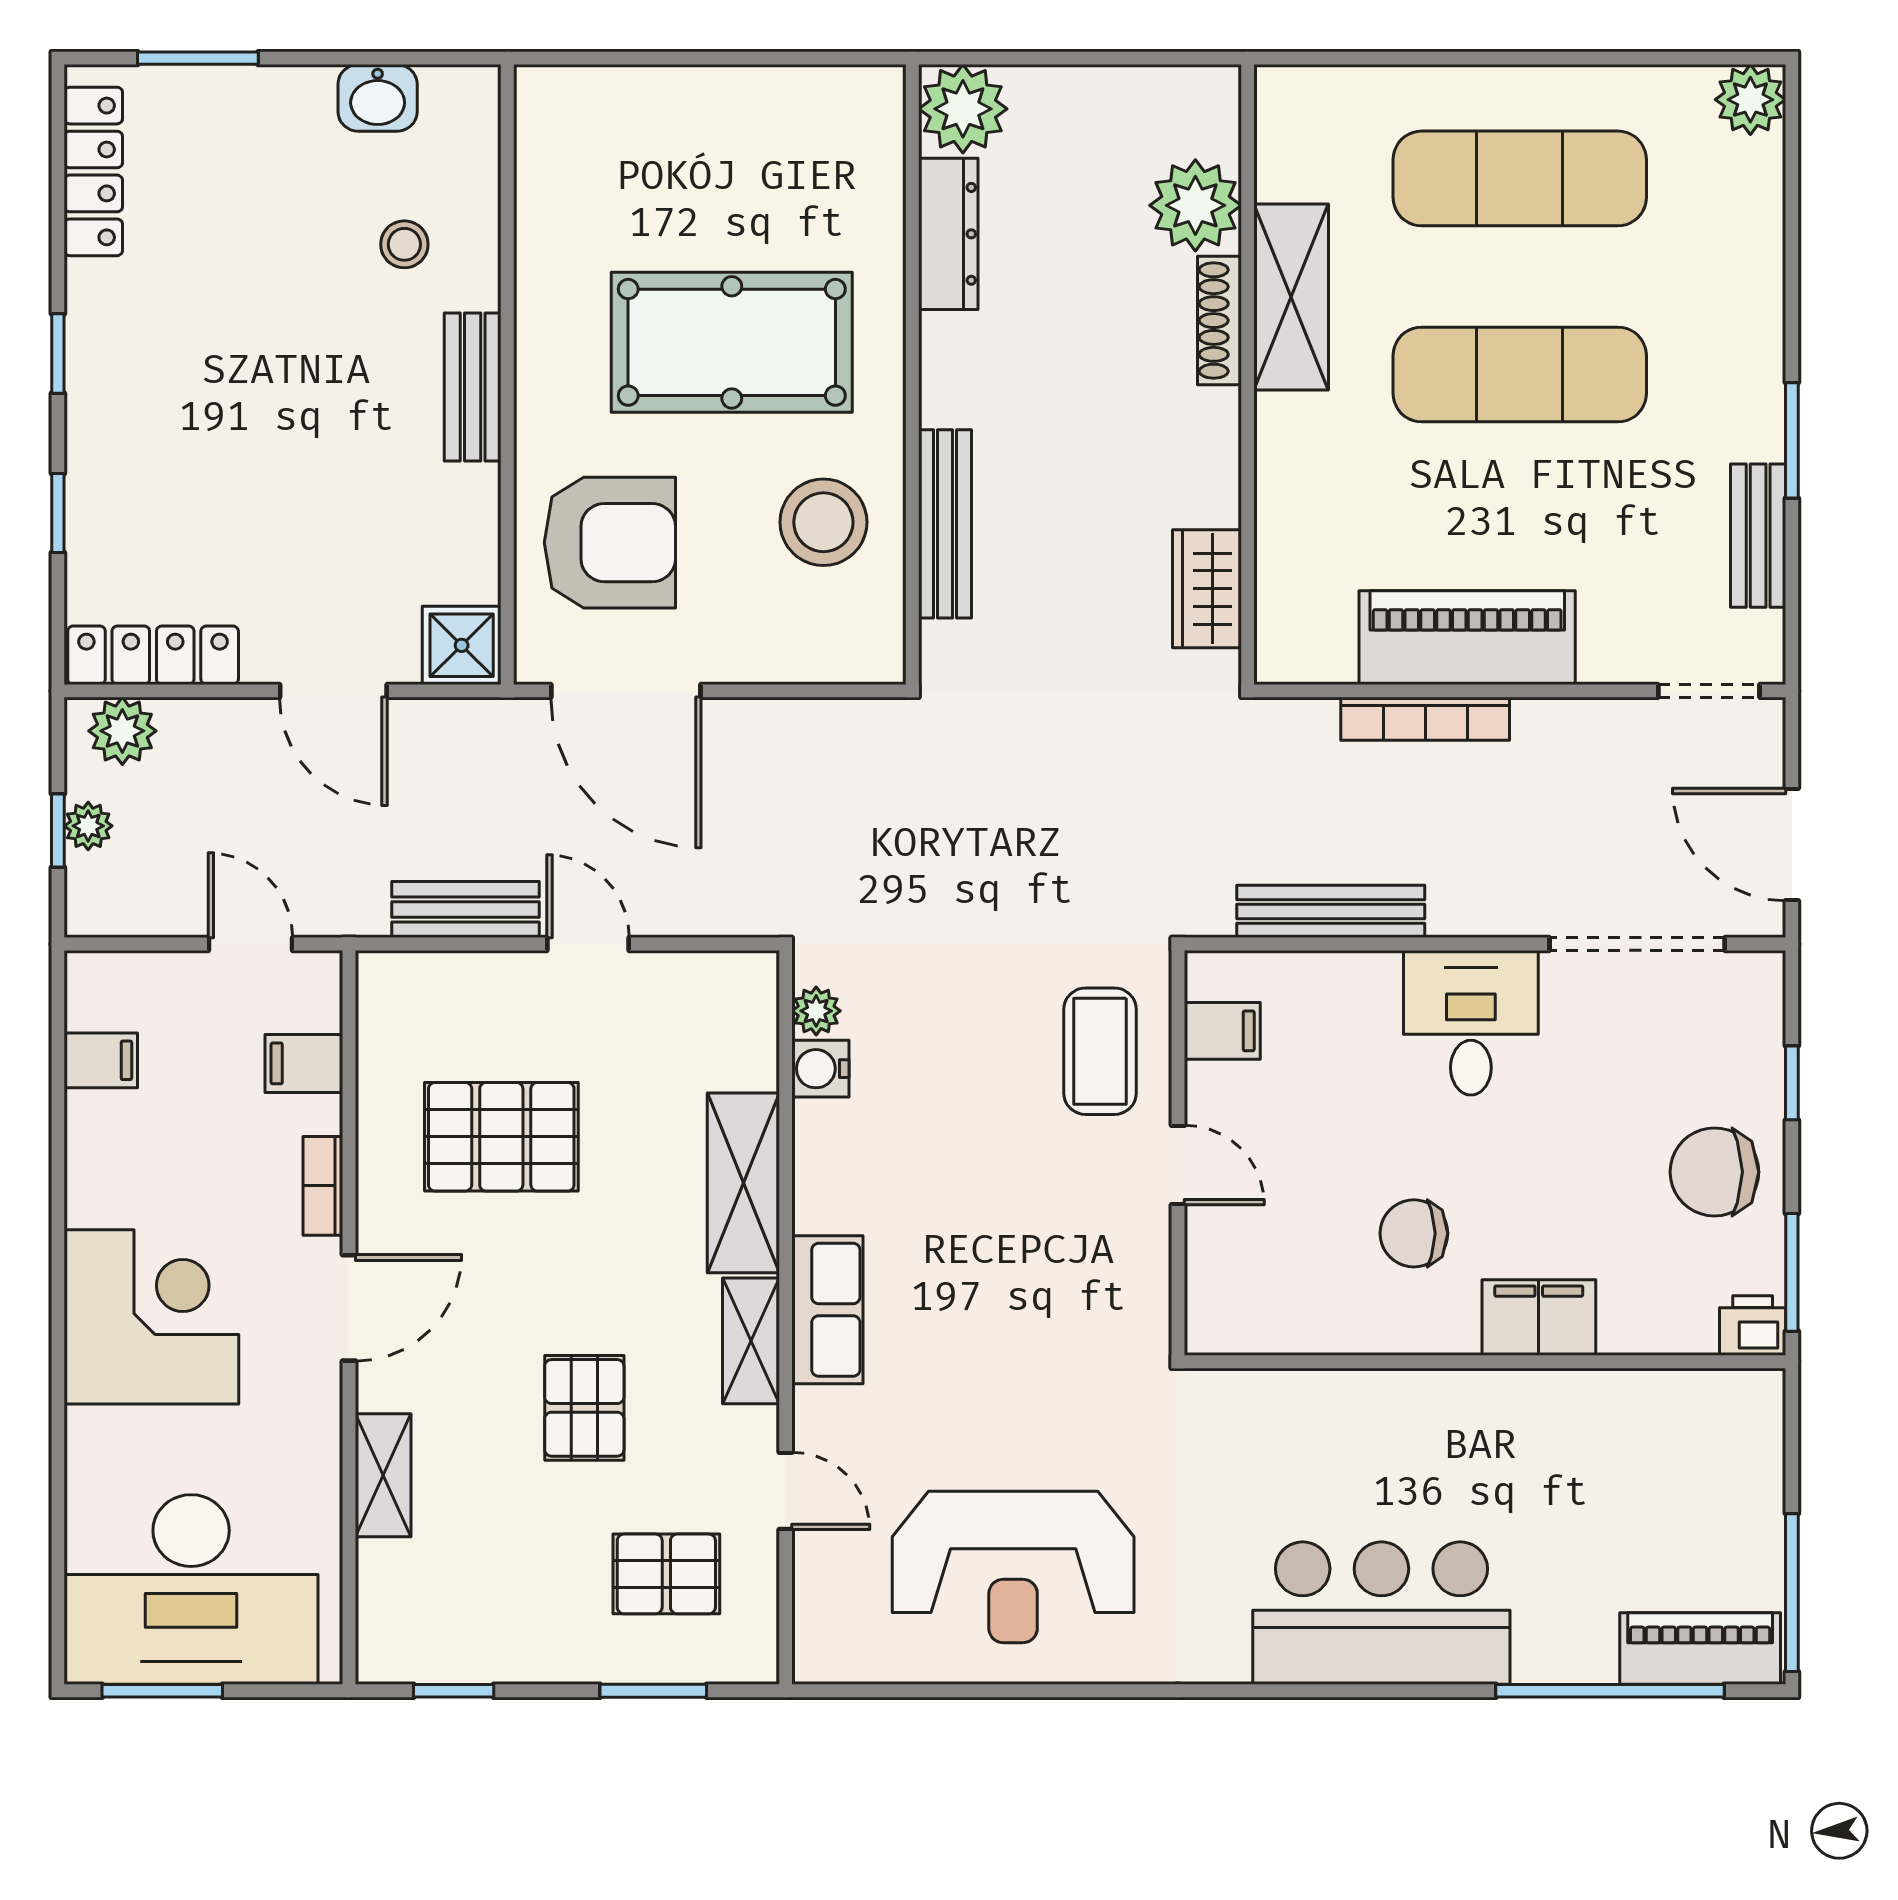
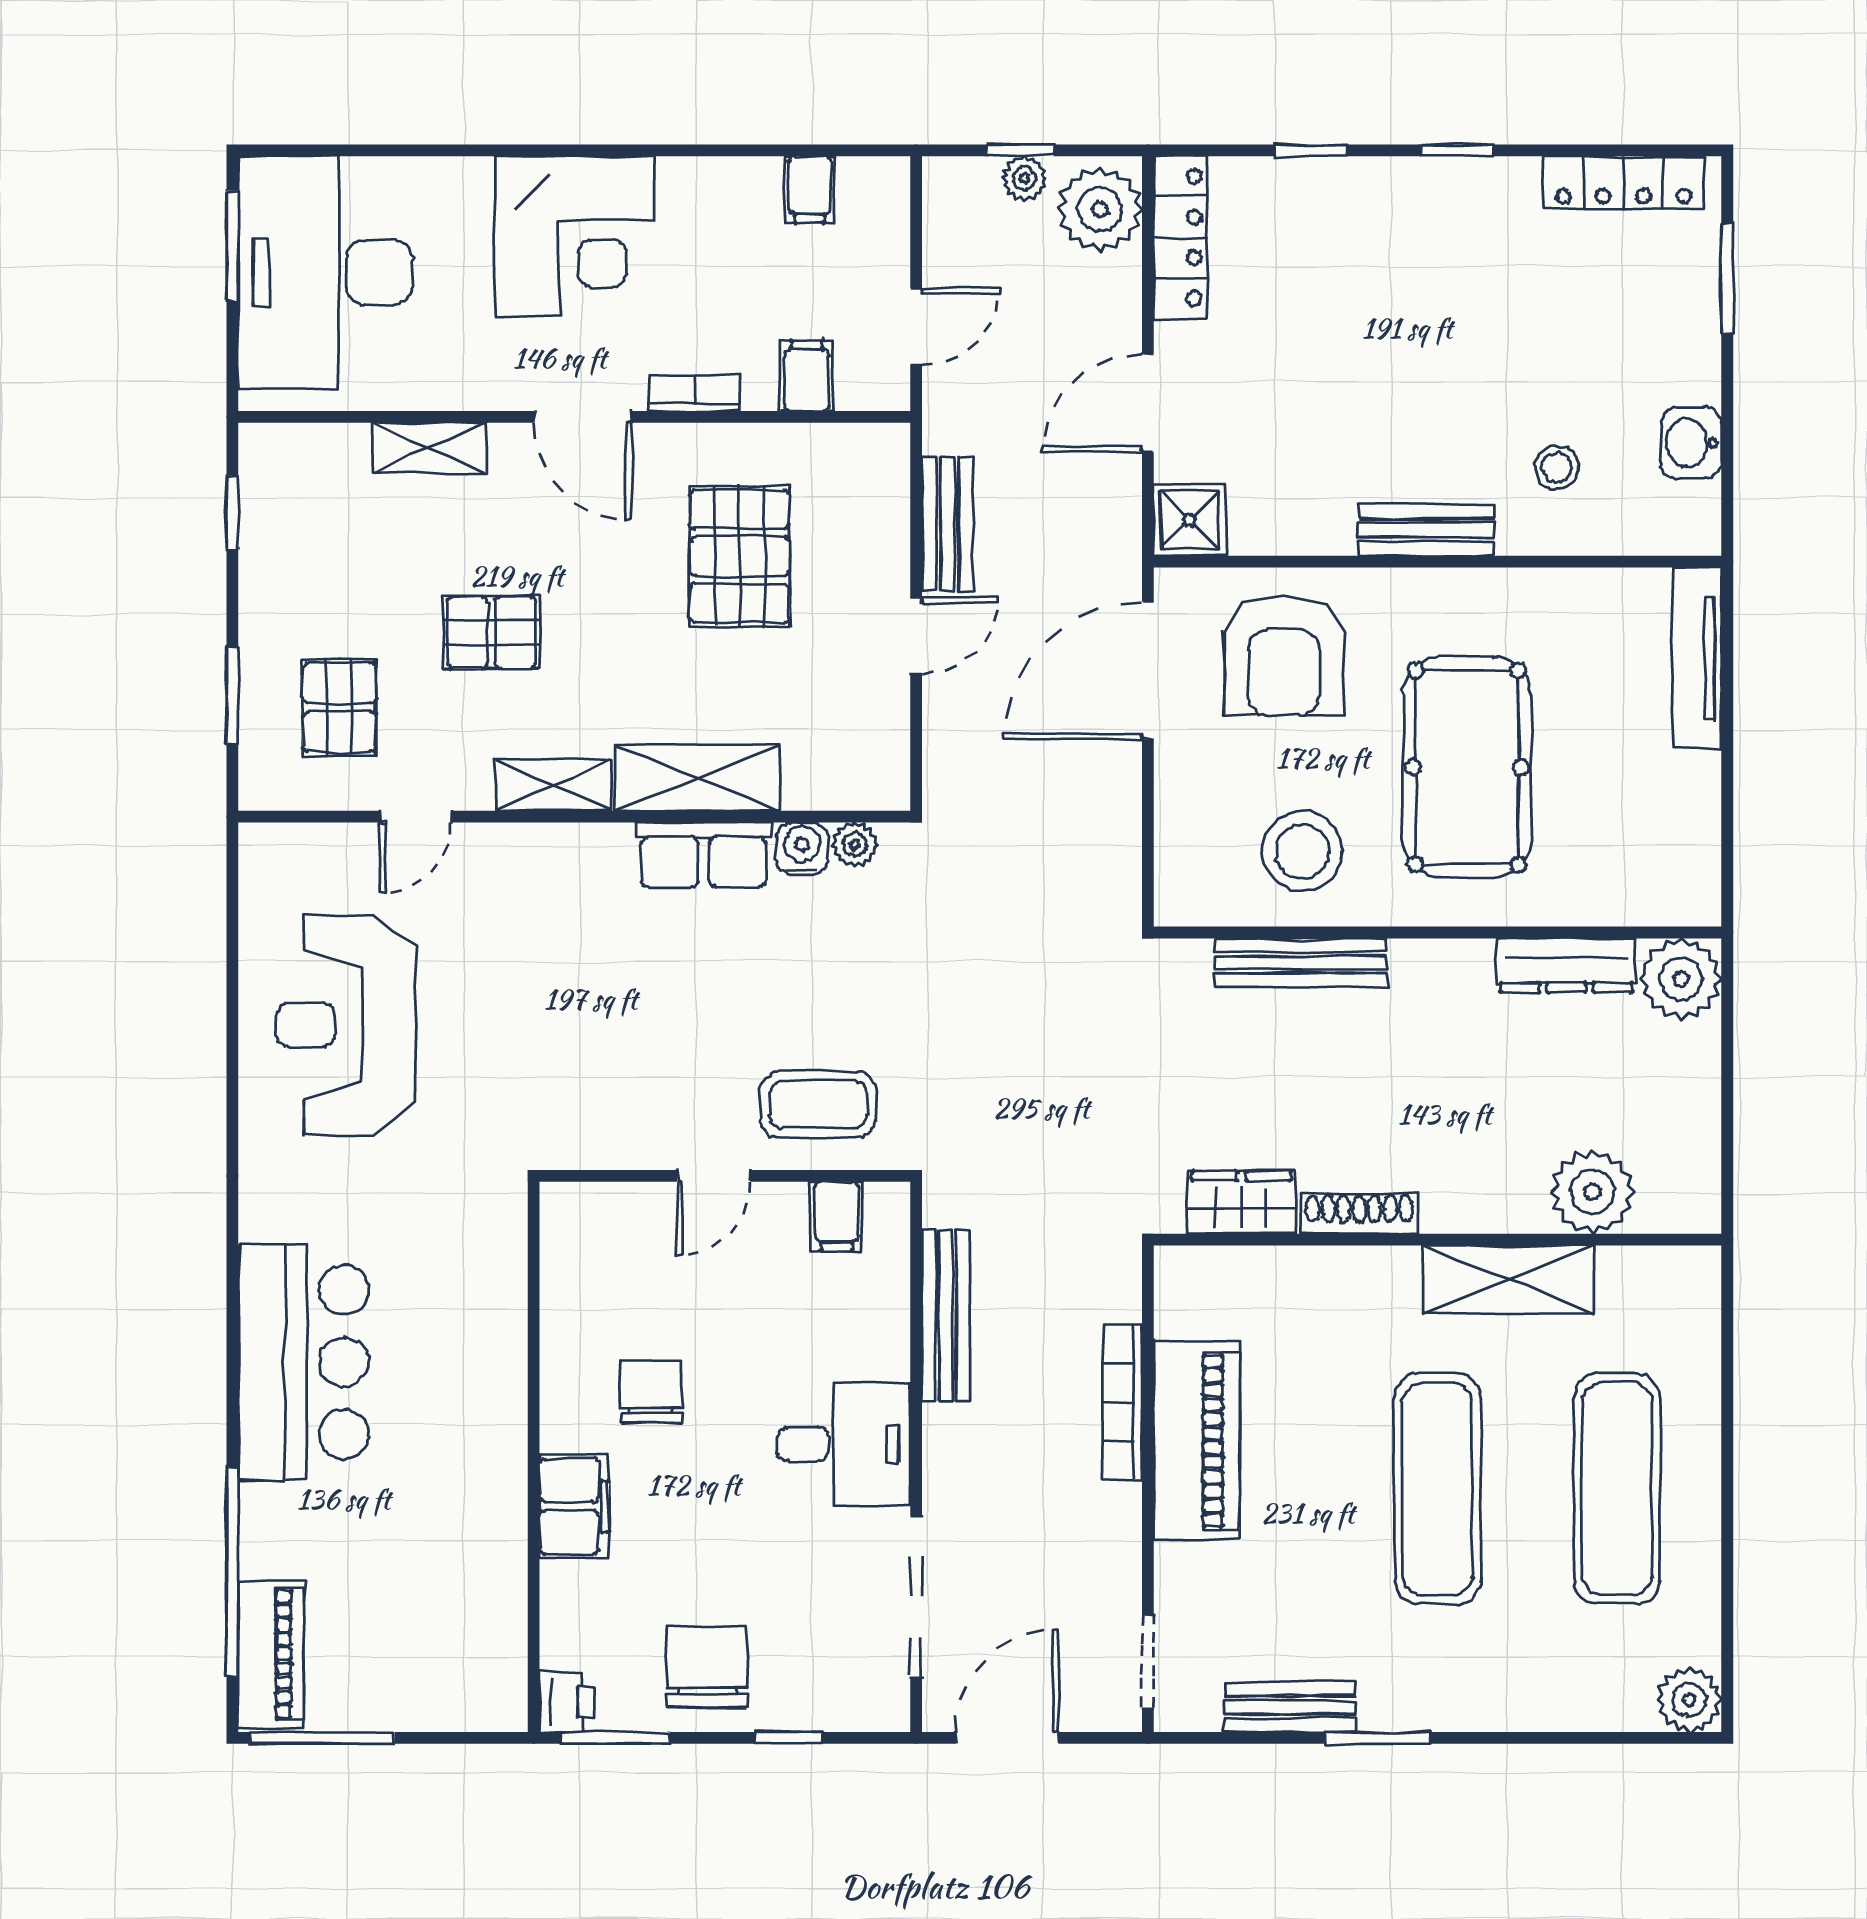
tv unit: (612, 91) -> (1697, 658), added
shoe rack: (1219, 321) -> (1359, 1214), moved
plant: (122, 731) -> (1100, 209), width x1.36, depth x1.36
row of seats: (827, 1310) -> (704, 855), moved

